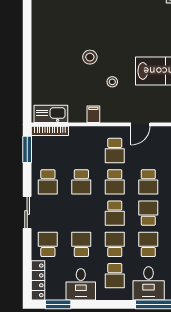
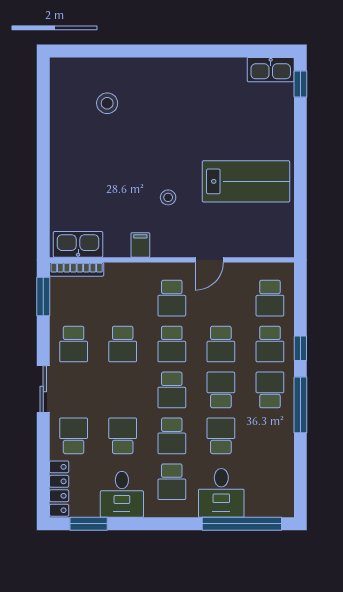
stool: (90, 57) -> (107, 103), moved
school desk: (115, 244) -> (172, 436), turned 180

